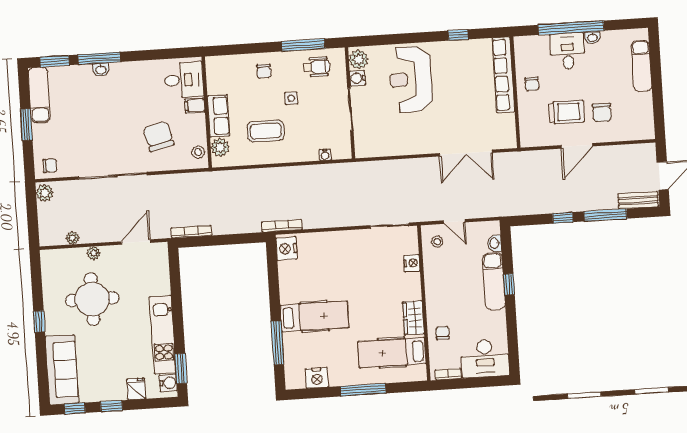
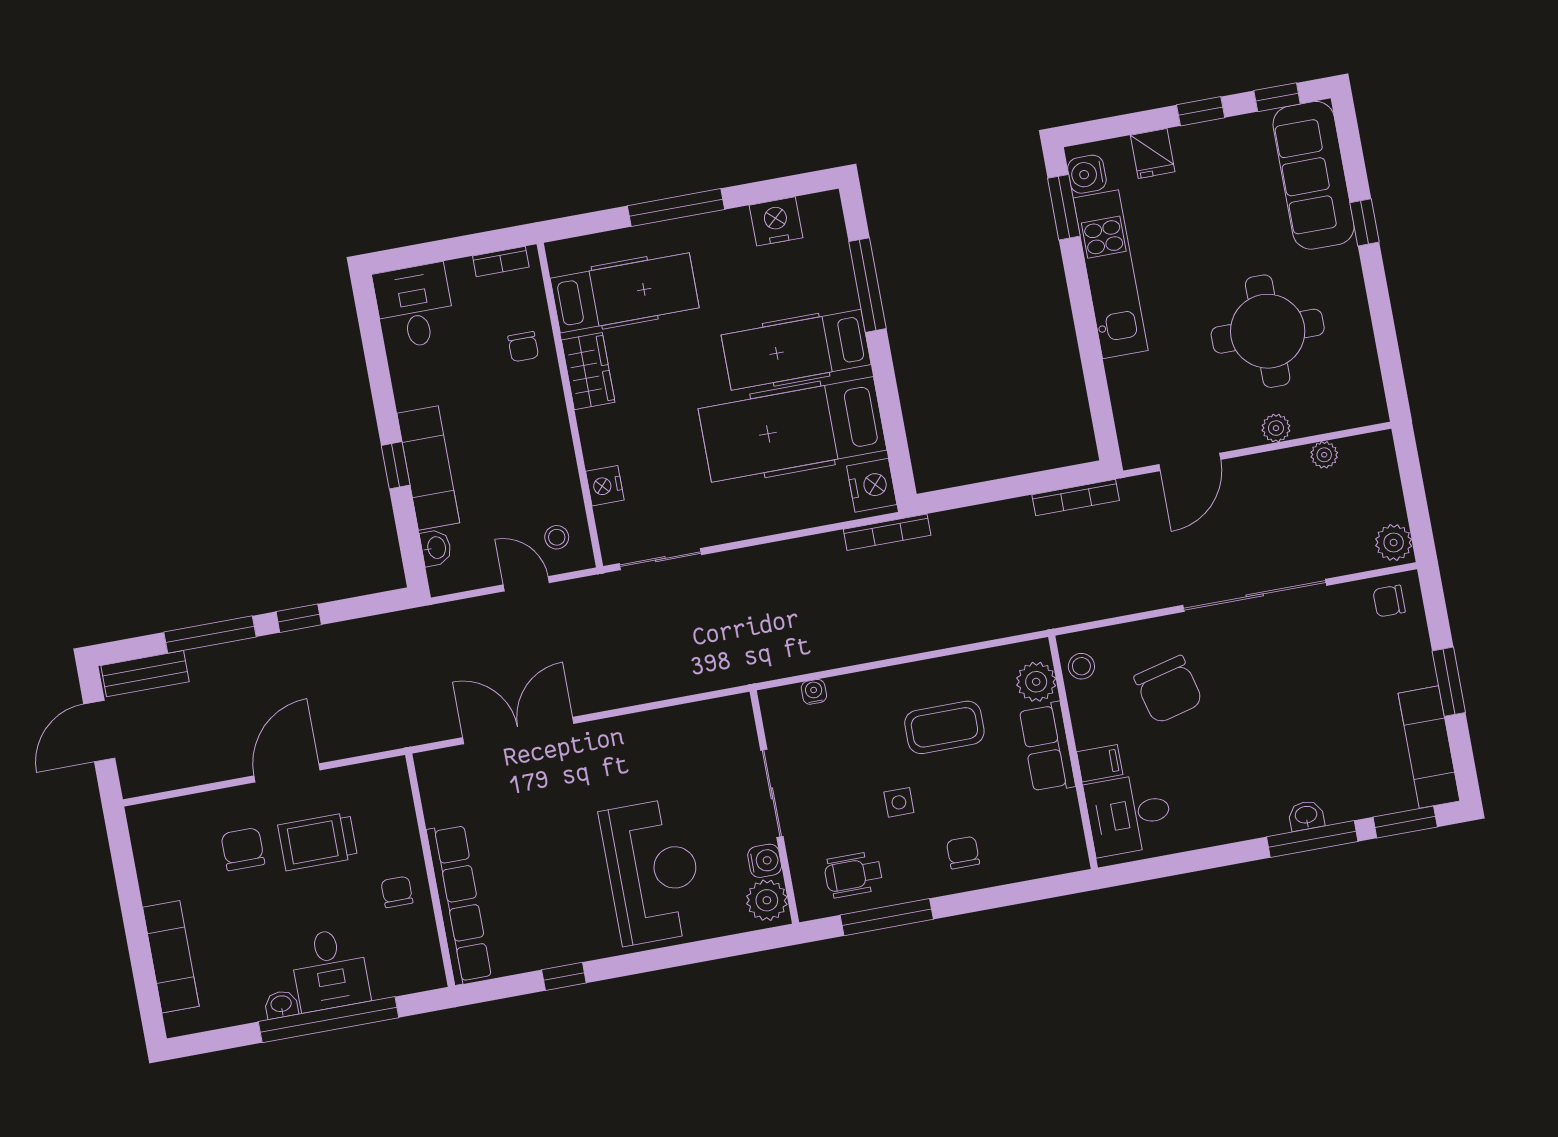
hospital bed: (321, 279) -> (793, 429), added
window: (39, 321) -> (1364, 222), moved
desk: (485, 358) -> (414, 306), width x0.73

